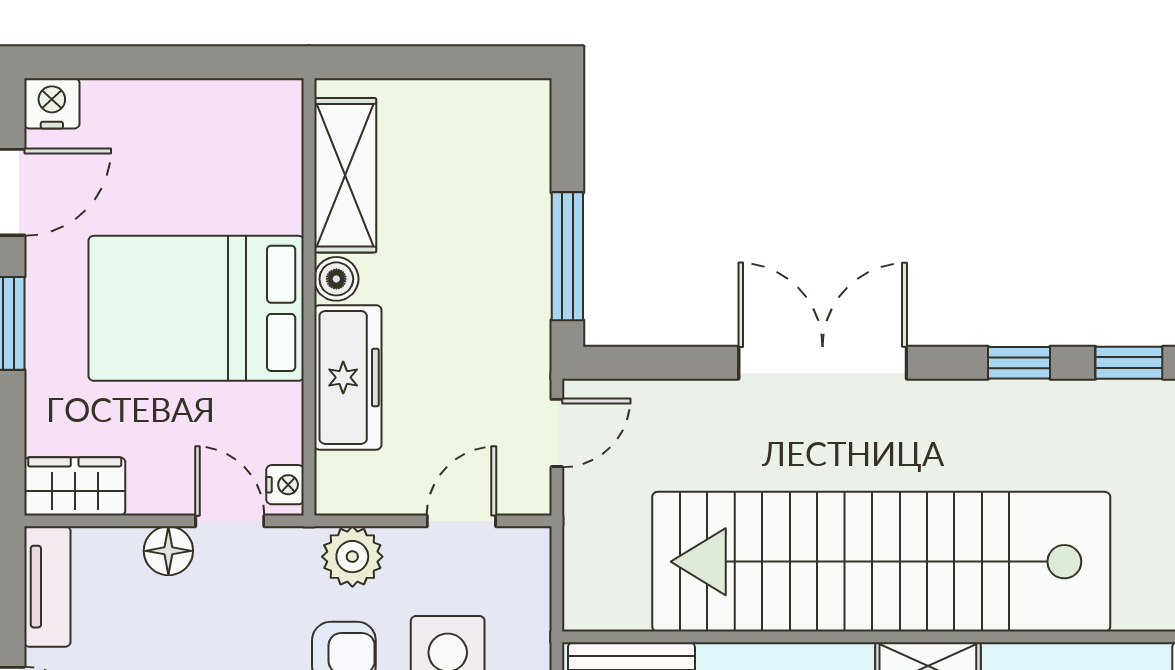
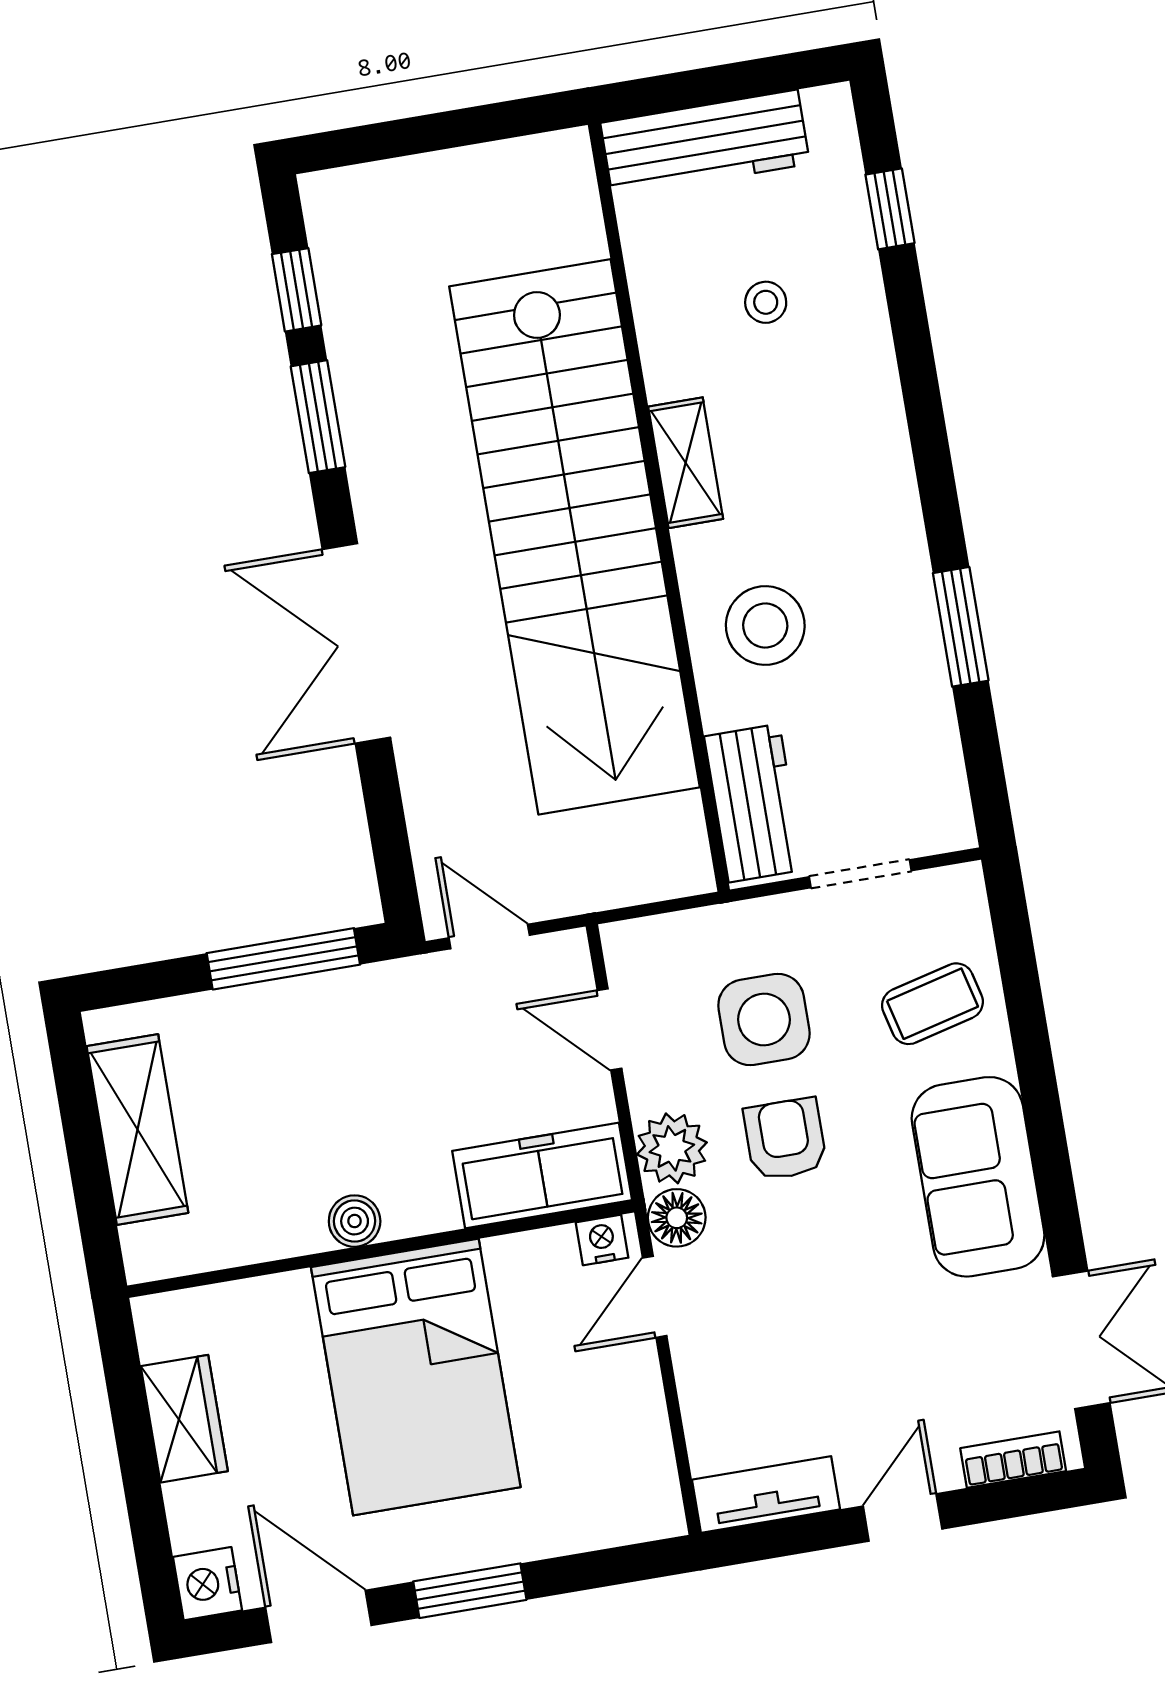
shelving: (345, 175) -> (137, 1130), moved, turned 90
window: (1019, 363) -> (318, 417), width x1.50
freezer: (348, 377) -> (542, 1176), moved
wardrobe: (75, 486) -> (184, 1419), moved, turned 180
floor lamp: (168, 551) -> (677, 1218), moved

